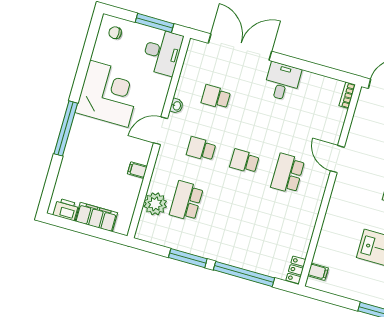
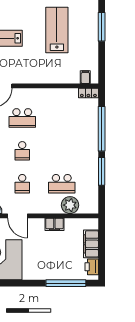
window: (66, 128) -> (66, 283), moved
filing cabinet: (137, 170) -> (54, 224), width x2.00

